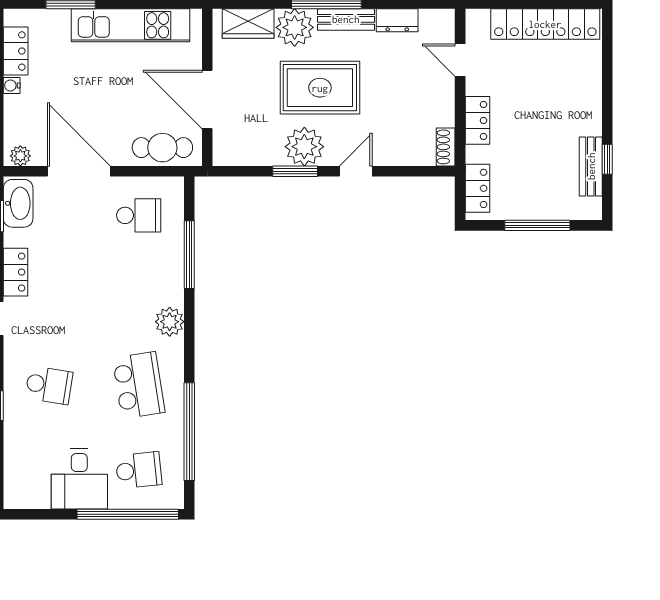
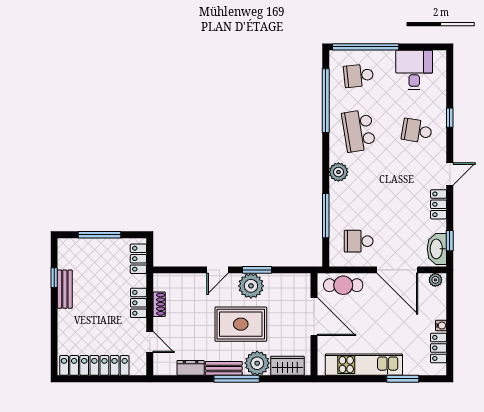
shoe rack: (446, 147) -> (159, 304), moved
bench: (591, 166) -> (65, 289), moved
desk: (79, 479) -> (414, 70), moved

